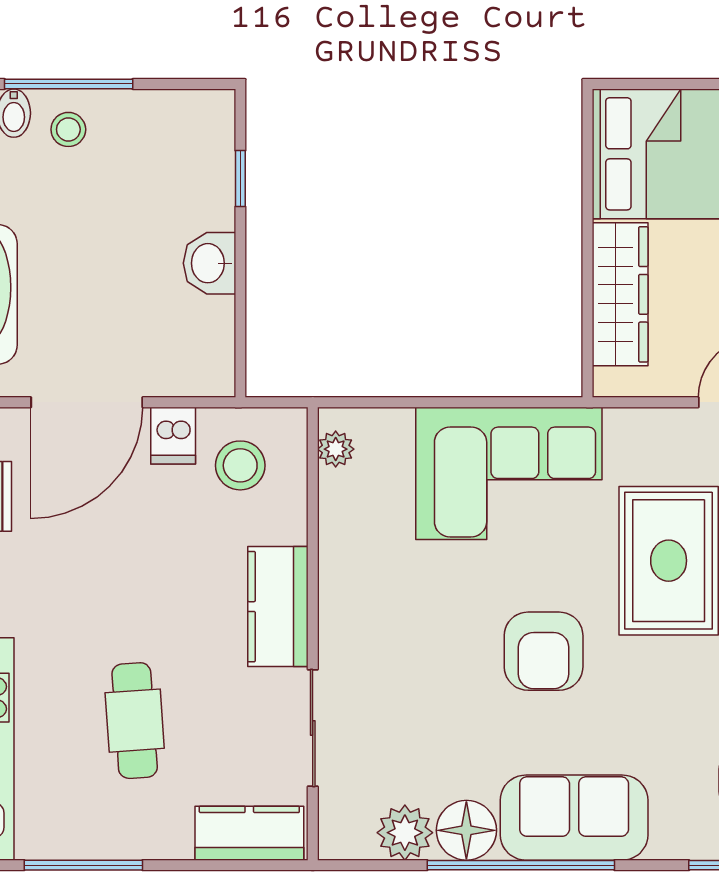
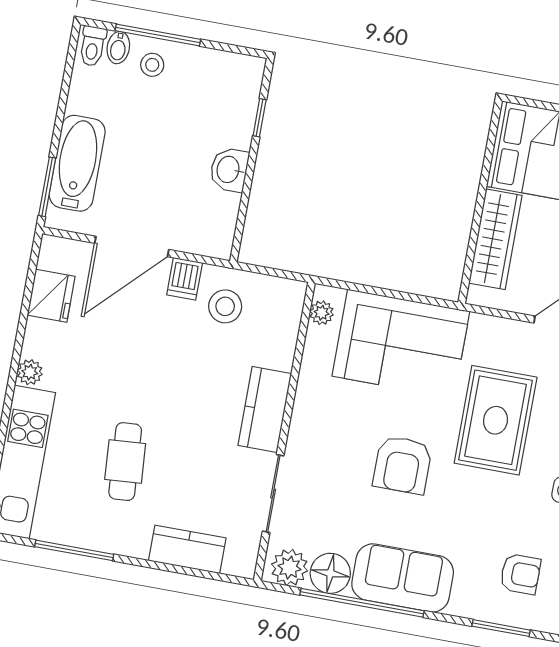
plant: (336, 449) -> (322, 313), moved
kitchen counter: (278, 607) -> (265, 409), moved
wall: (313, 634) -> (284, 431), moved
sliding door: (313, 728) -> (273, 494), moved

